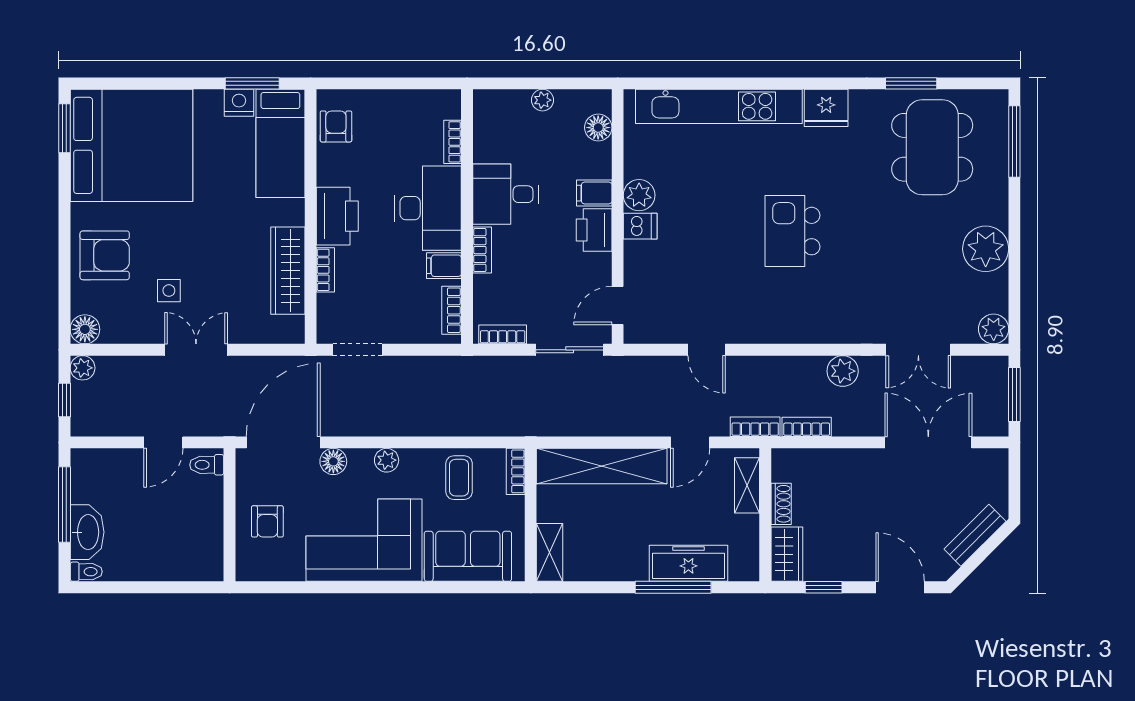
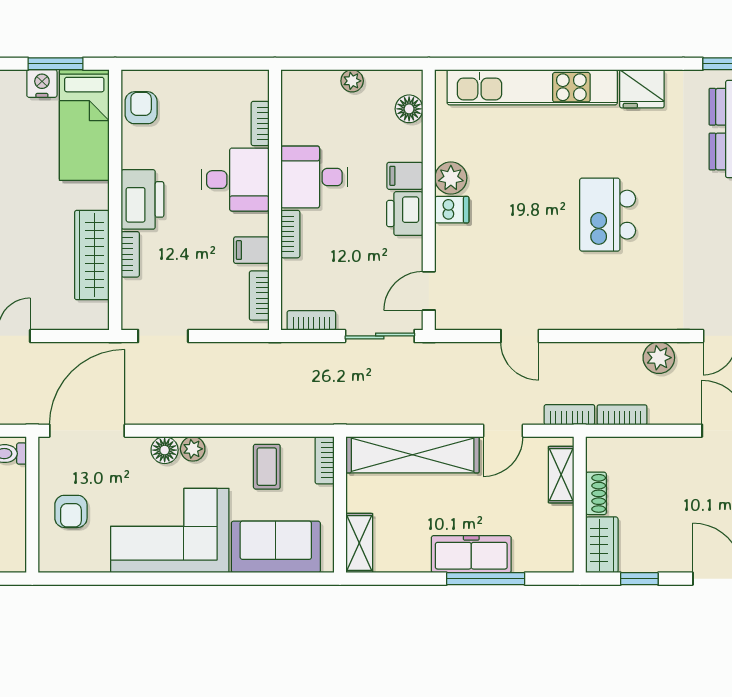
desk: (428, 208) -> (235, 180), width x0.73
floor lamp: (333, 461) -> (165, 450), moved
freezer: (688, 563) -> (471, 554), moved

